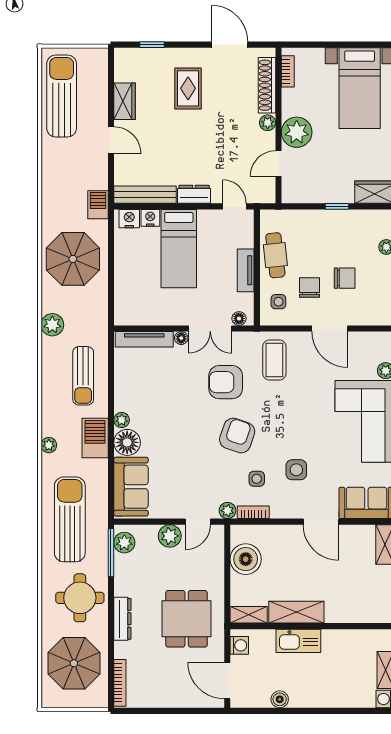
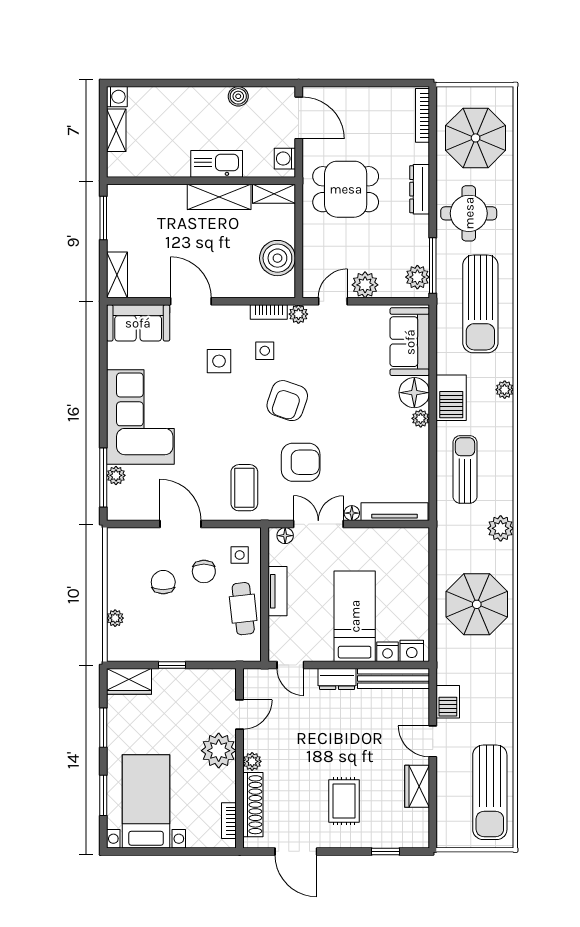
barbecue: (98, 205) -> (448, 702), moved
chair: (345, 278) -> (163, 582), turned 90
dining table: (187, 619) -> (346, 189), turned 90

